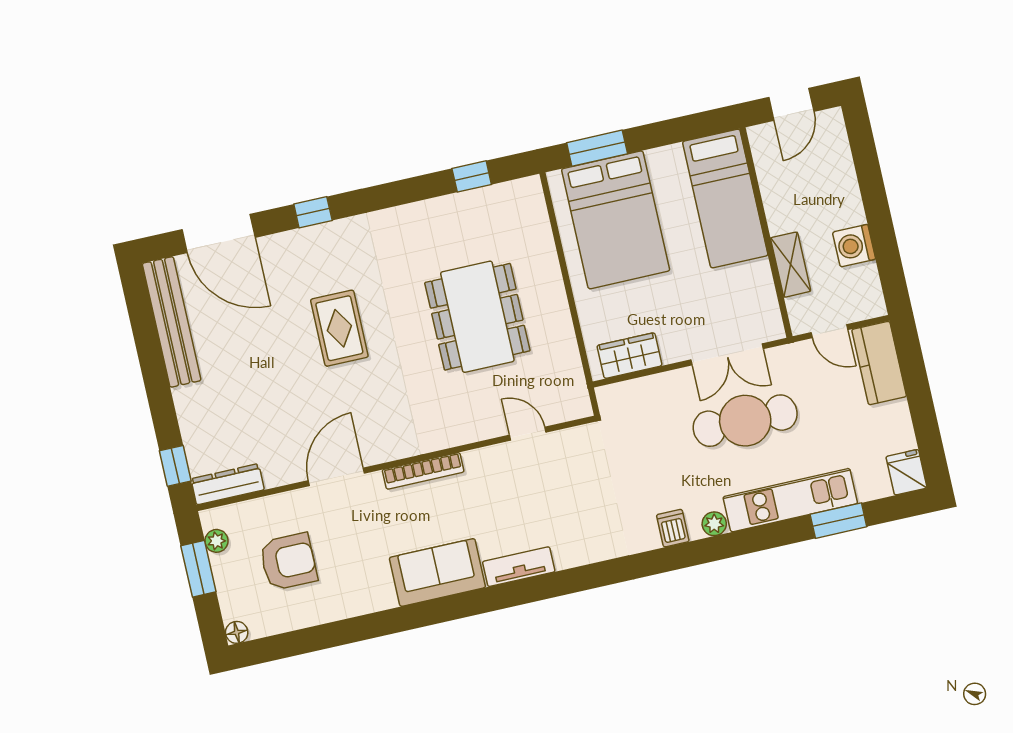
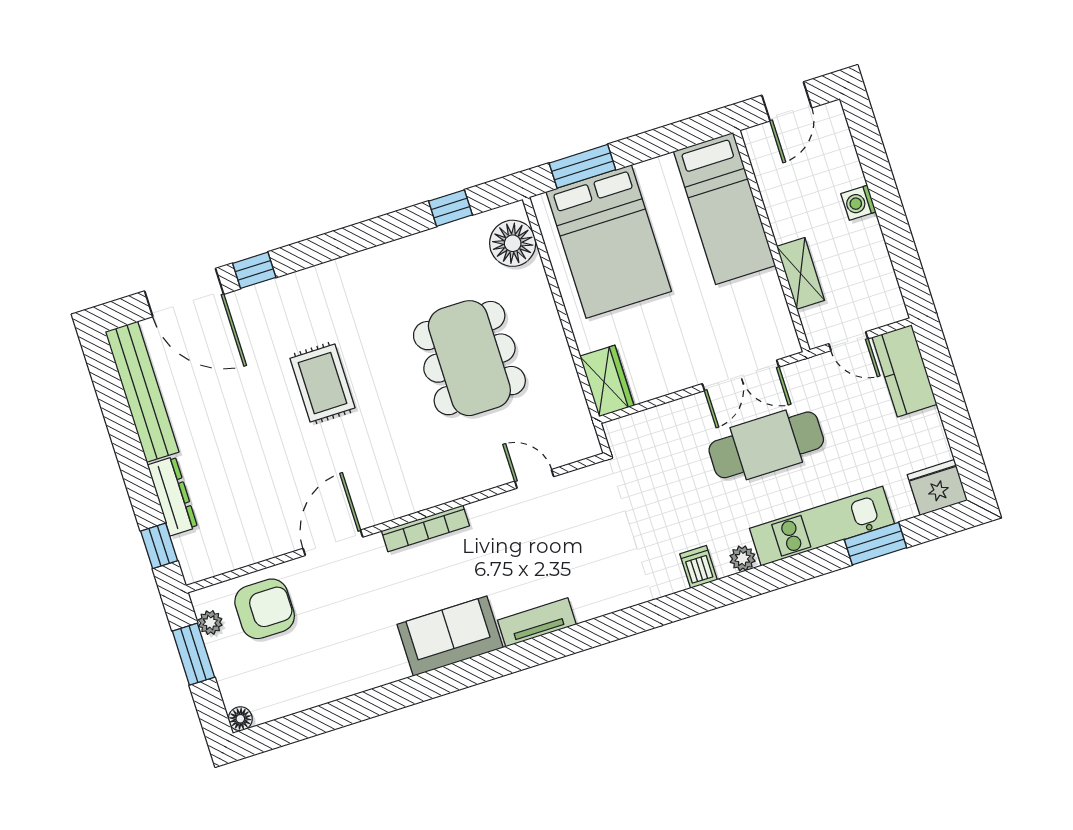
window: (313, 212) -> (254, 270), moved
floor lamp: (526, 214) -> (513, 243), added
washing machine: (854, 246) -> (858, 203), moved, width x0.73, depth x0.73
wardrobe: (629, 356) -> (607, 381), moved, turned 90
fridge: (906, 472) -> (937, 488), width x1.38
dresser: (228, 484) -> (173, 496), moved, turned 90
armchair: (288, 562) -> (265, 609), moved

